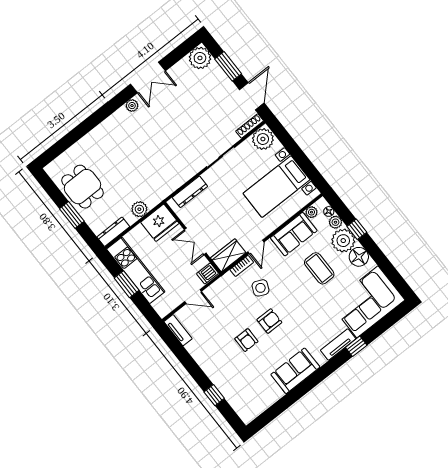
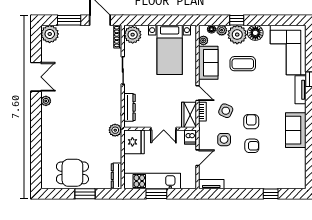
plant: (139, 209) -> (115, 130), moved
side table: (231, 308) -> (224, 140), added

